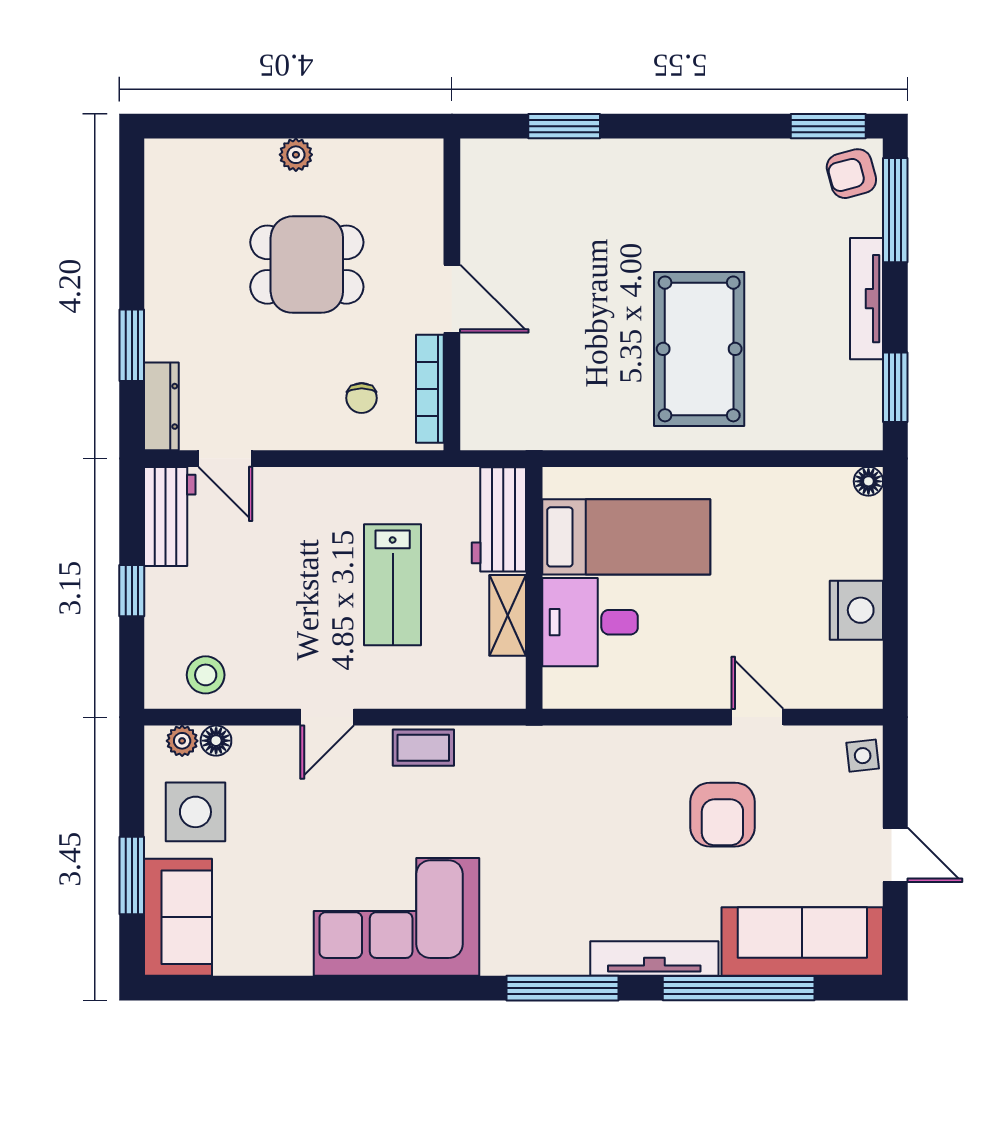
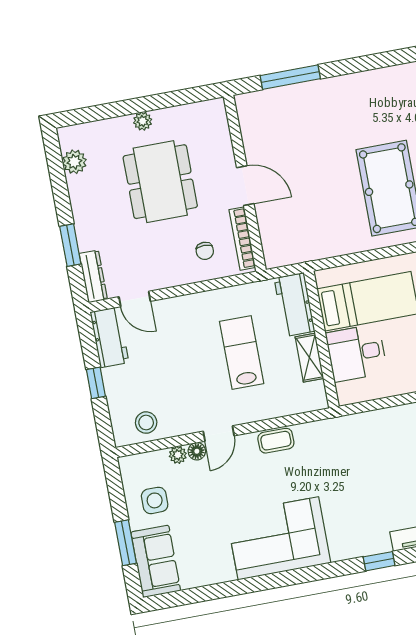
window: (564, 126) -> (290, 77), width x1.44
plant: (165, 203) -> (74, 162), added
dining table: (307, 265) -> (160, 182), width x1.38
lab bench: (393, 585) -> (242, 352), turned 180
plant: (182, 741) -> (178, 455), moved
floor lamp: (216, 741) -> (197, 451), moved
side table: (195, 812) -> (155, 500), width x0.73, depth x0.73
window: (563, 988) -> (379, 561), width x0.46

